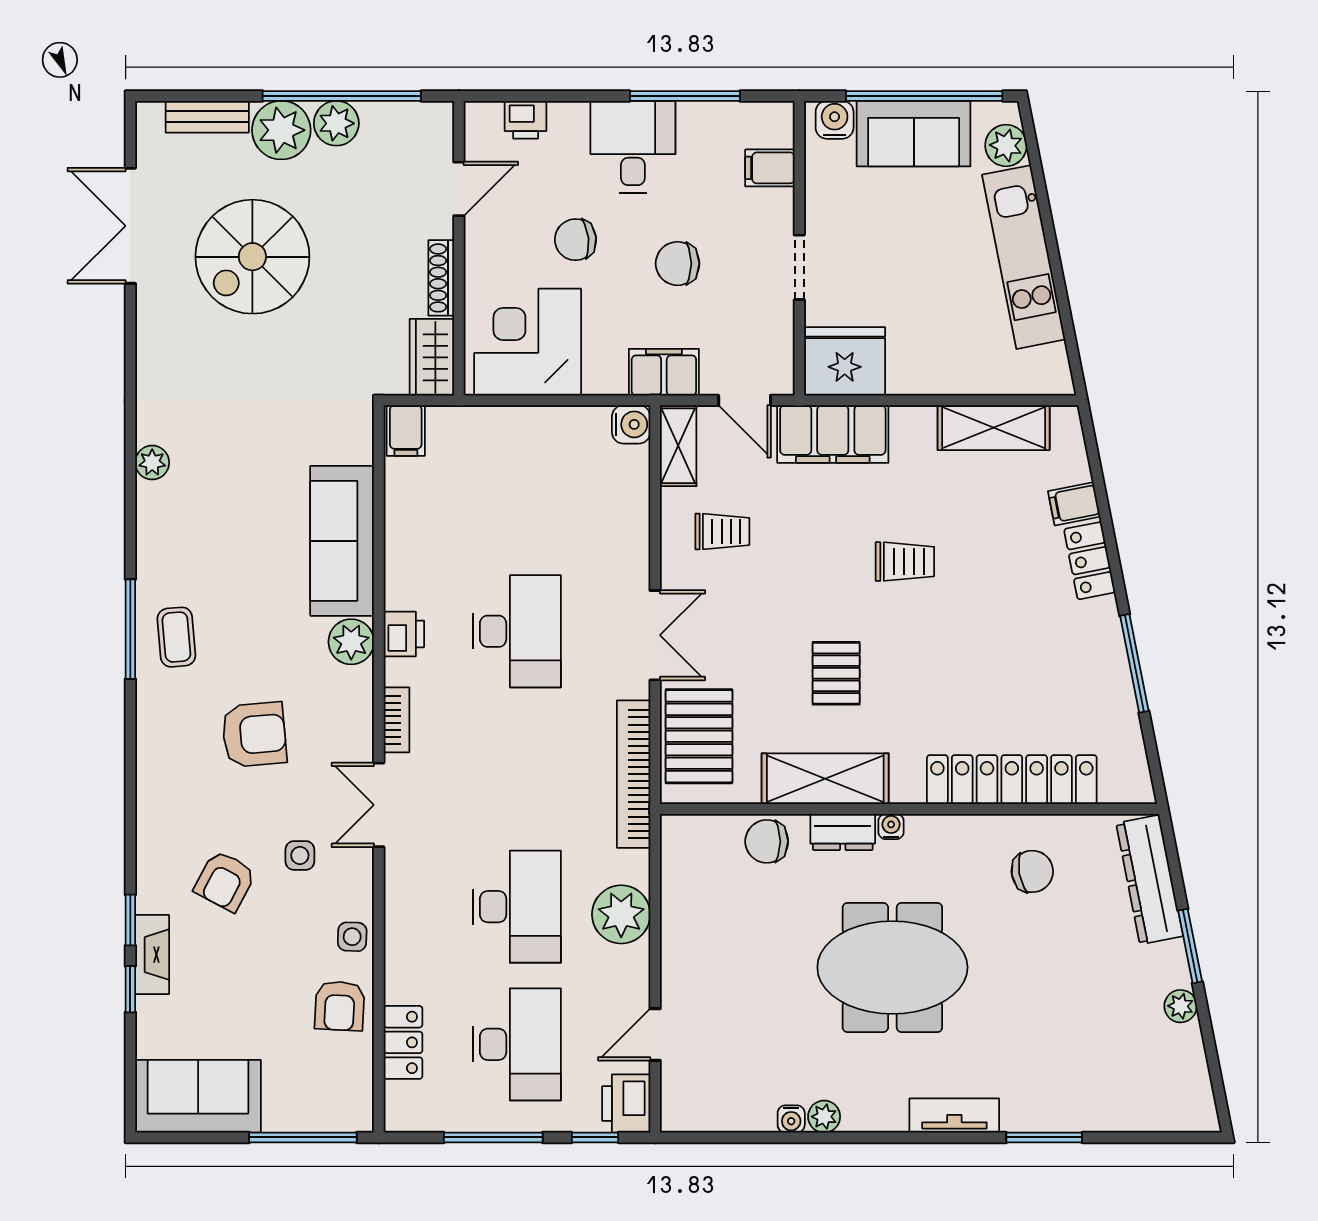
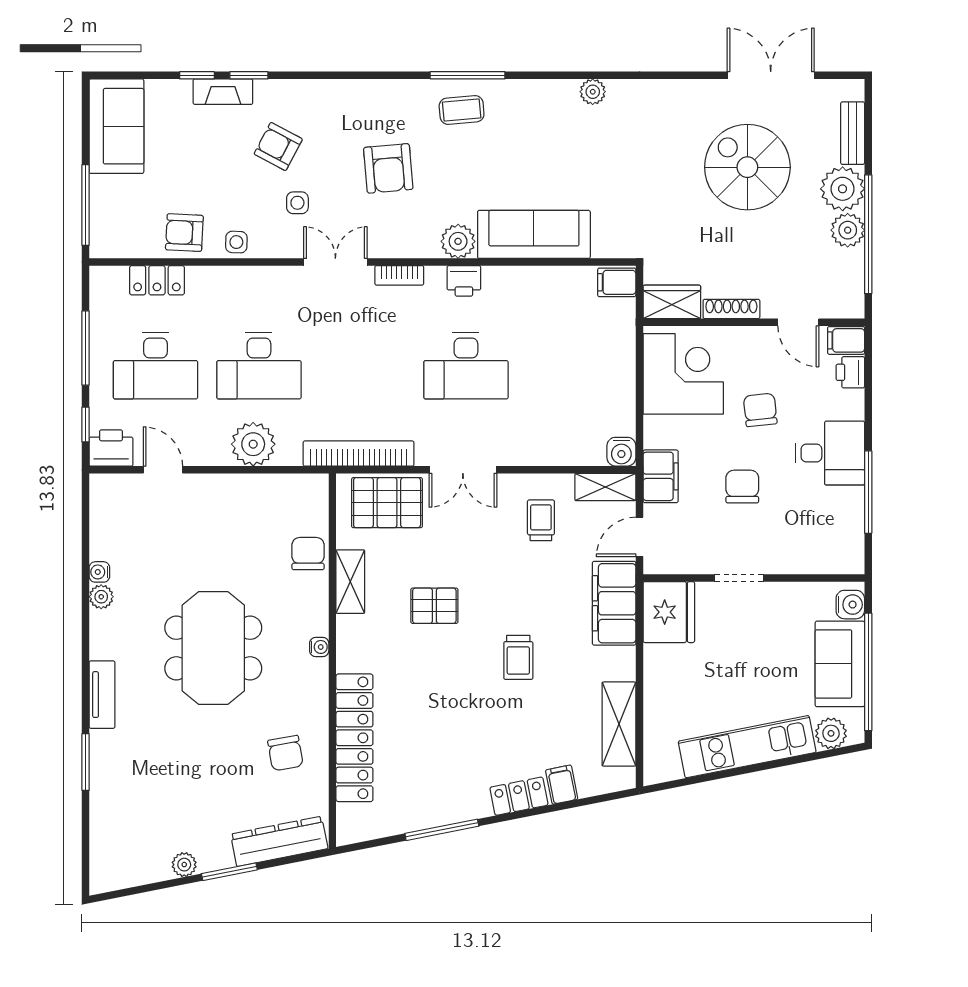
filing cabinet: (770, 168) -> (846, 340), moved, turned -90
trolley: (722, 531) -> (541, 520), turned 180
shelving: (825, 779) -> (350, 582), width x0.67, depth x0.75
dresser: (843, 832) -> (315, 611), removed

